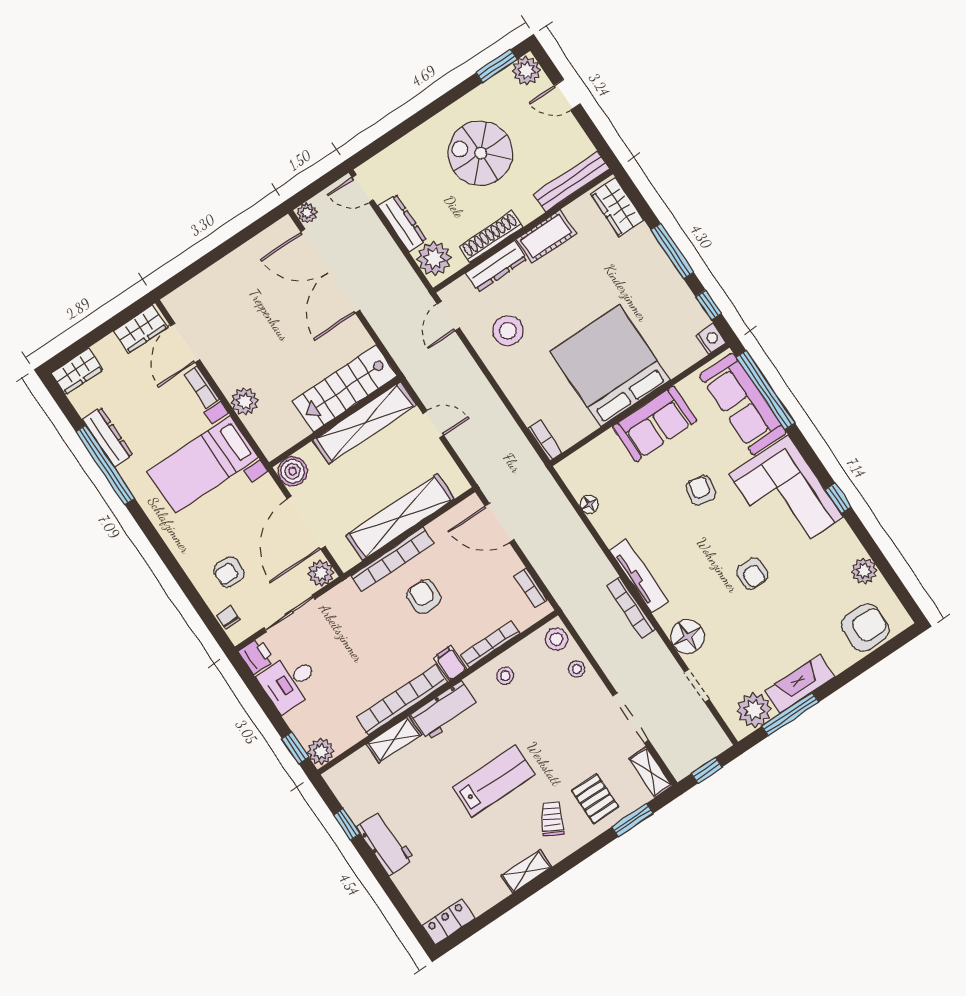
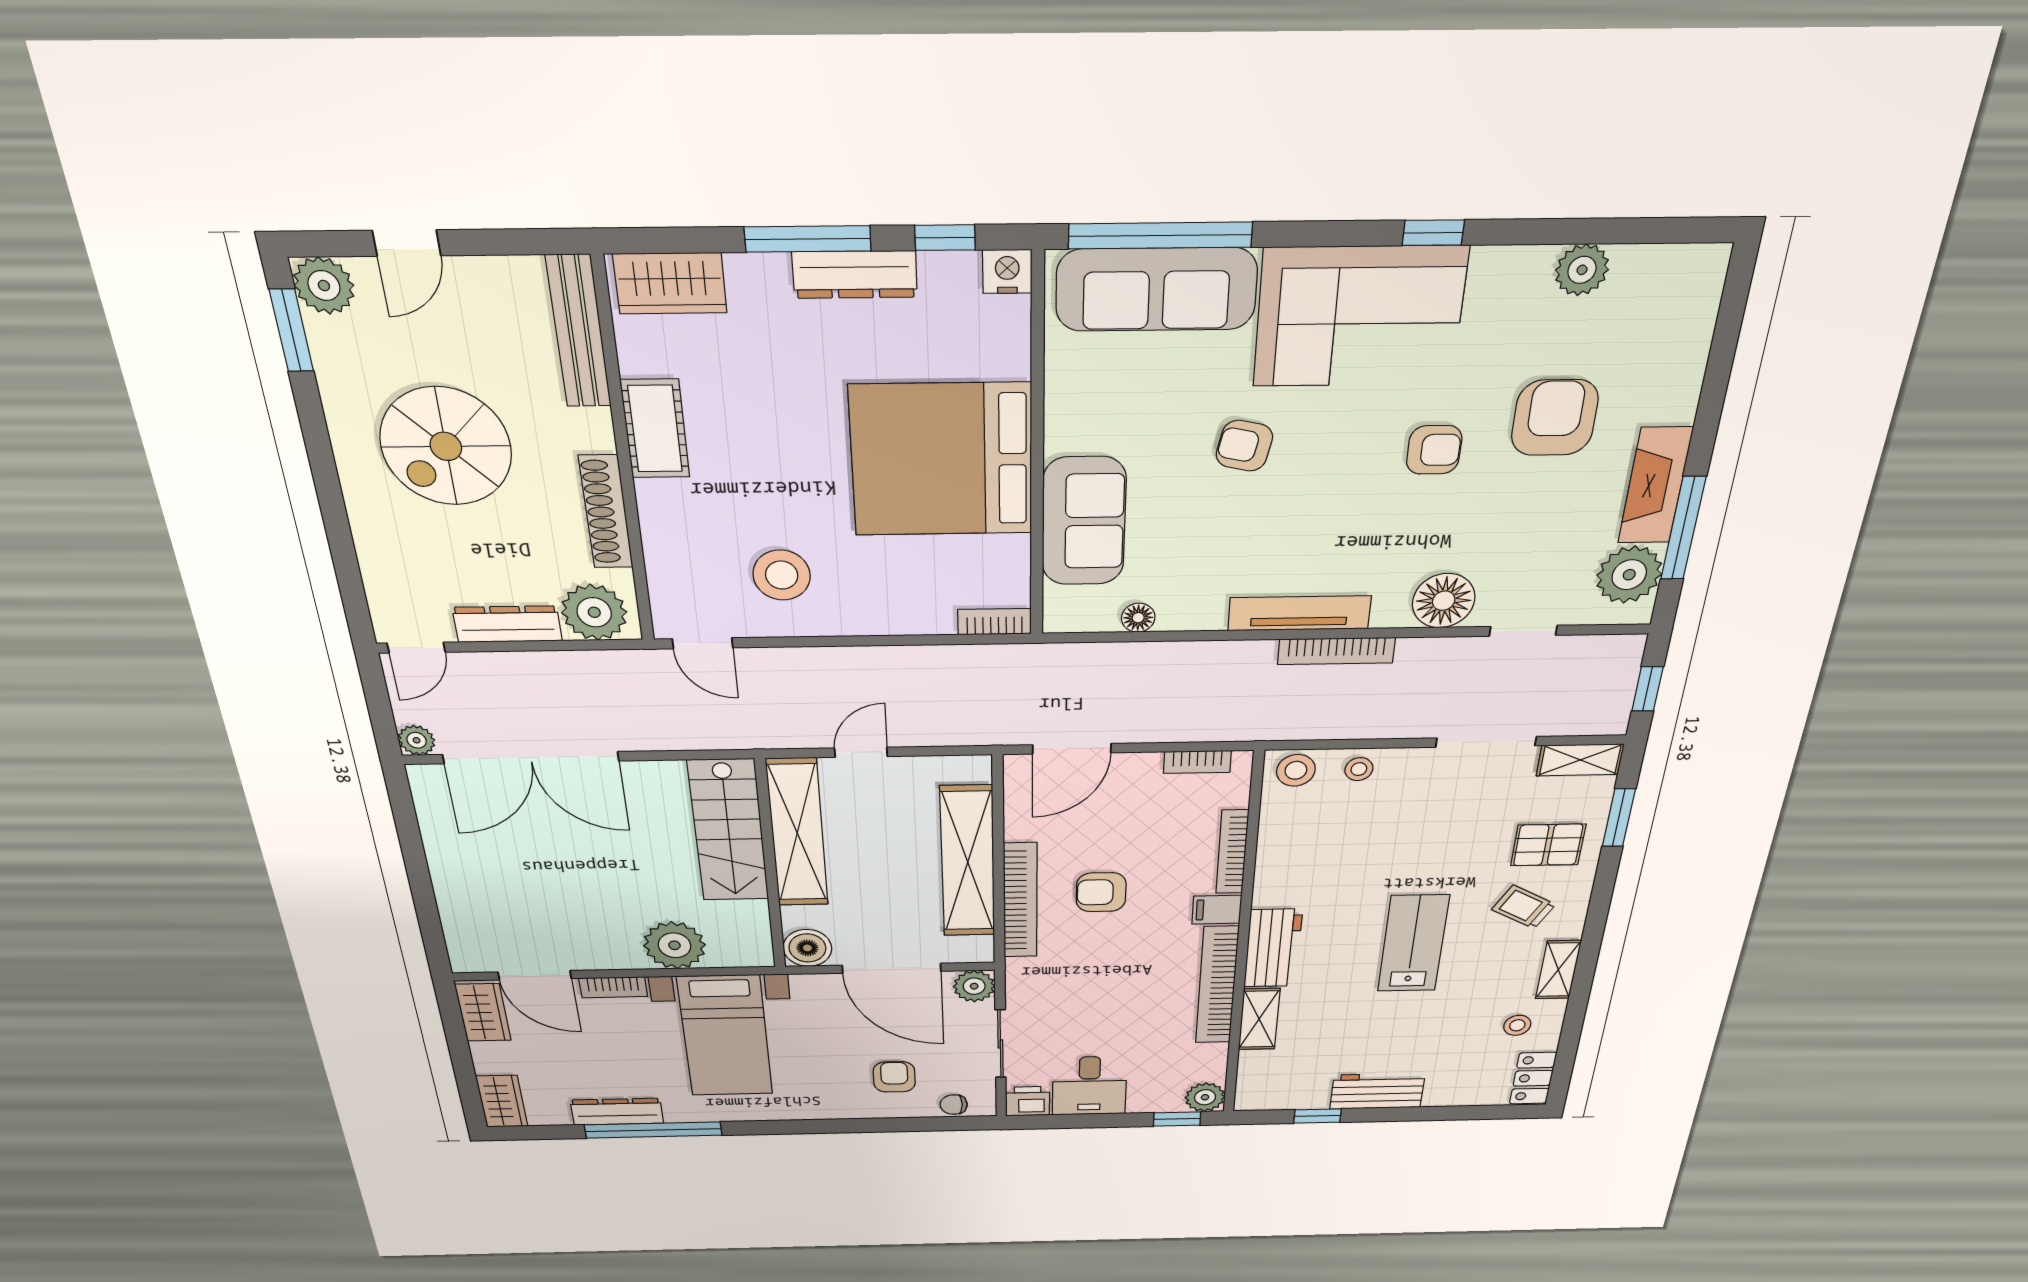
dresser: (496, 266) -> (855, 275), moved, turned 90
plant: (245, 401) -> (675, 945), width x1.36, depth x1.36
sofa: (655, 424) -> (1084, 521), moved
armchair: (229, 572) -> (894, 1077), turned 180
armchair: (865, 628) -> (1555, 418), moved
stool: (505, 676) -> (1517, 1025), moved

